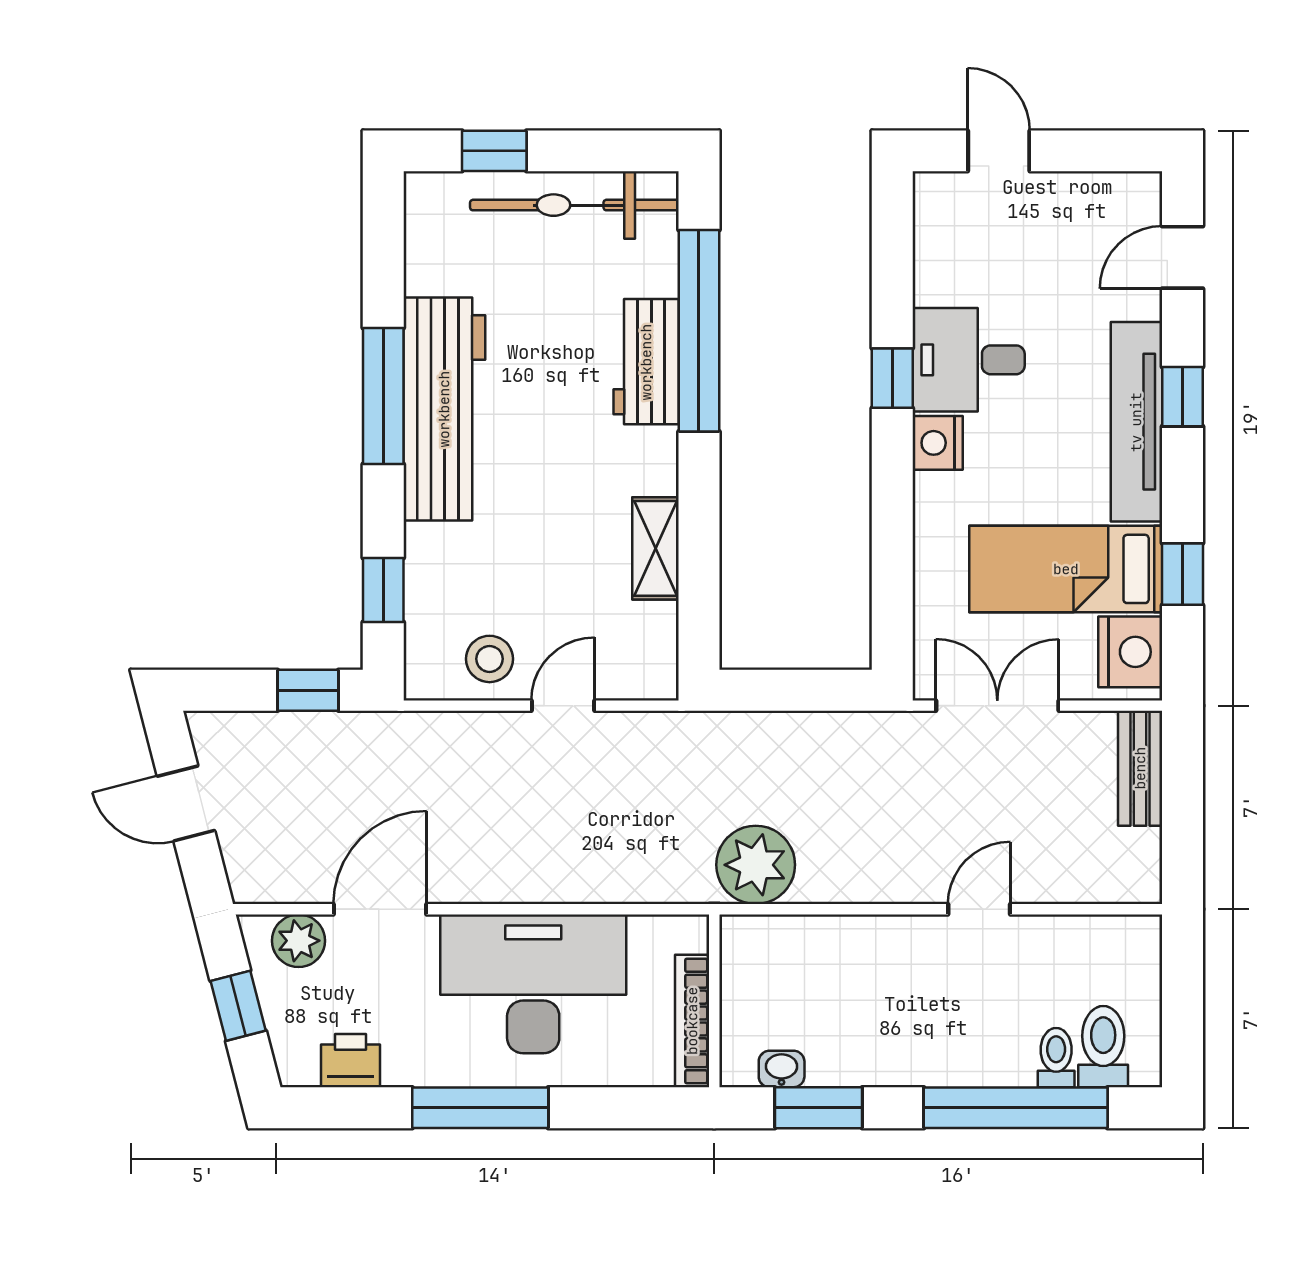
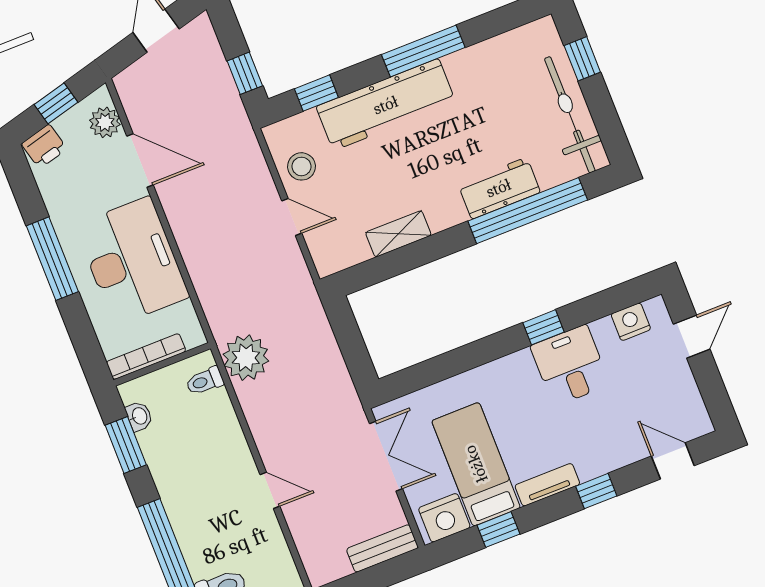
workbench: (444, 409) -> (386, 105), moved
tv unit: (1136, 422) -> (547, 485), width x0.52, depth x0.78
nightstand: (938, 443) -> (631, 322), moved
toilet: (1056, 1058) -> (205, 381), moved, turned 180
printer: (351, 1061) -> (44, 146), moved, turned 76

